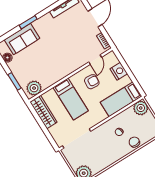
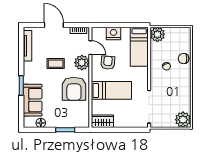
coffee table: (64, 39) -> (56, 64), added
armchair: (53, 67) -> (74, 89), added
plant: (34, 88) -> (82, 63), moved
wardrobe: (44, 112) -> (102, 121), width x0.67

